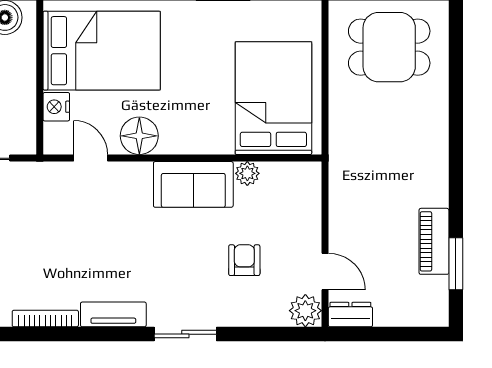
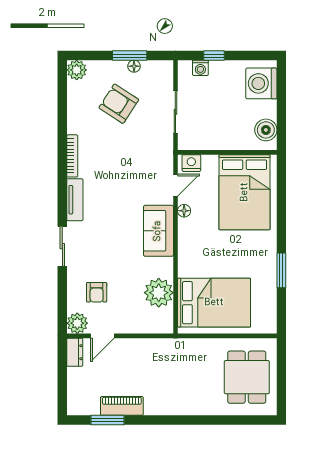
nightstand: (56, 107) -> (191, 163), moved
floor lamp: (139, 136) -> (184, 211), width x0.53, depth x0.53
plant: (247, 173) -> (159, 293), width x1.87, depth x1.87
sofa: (193, 184) -> (158, 231), moved
armchair: (244, 260) -> (97, 292), moved, turned 90

